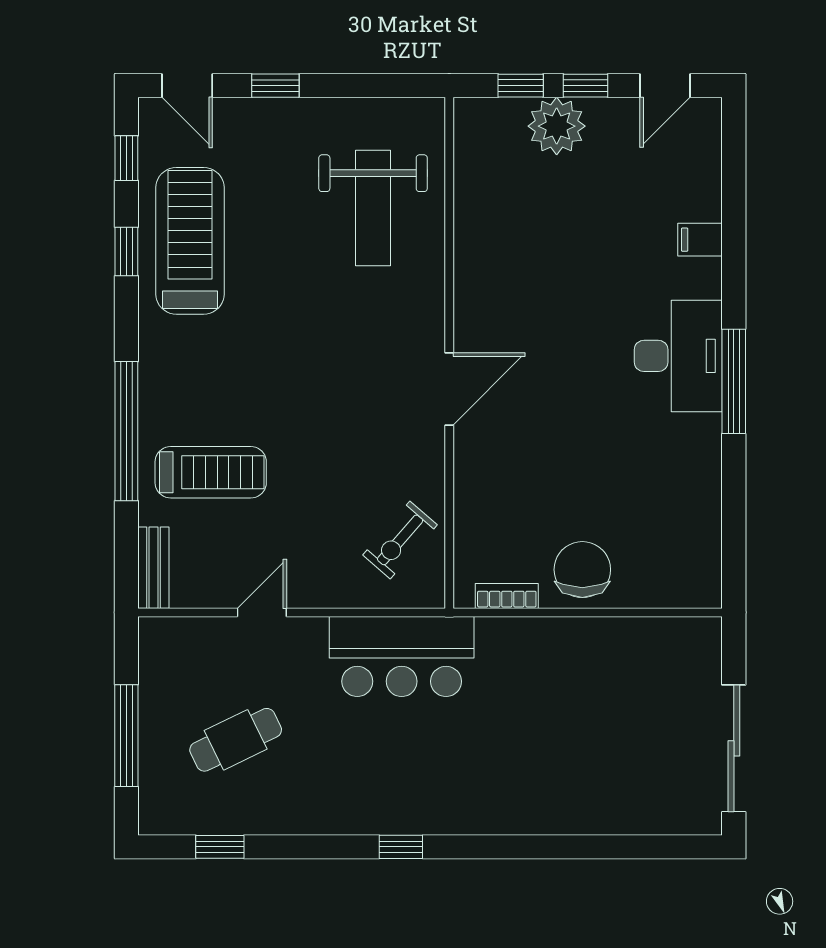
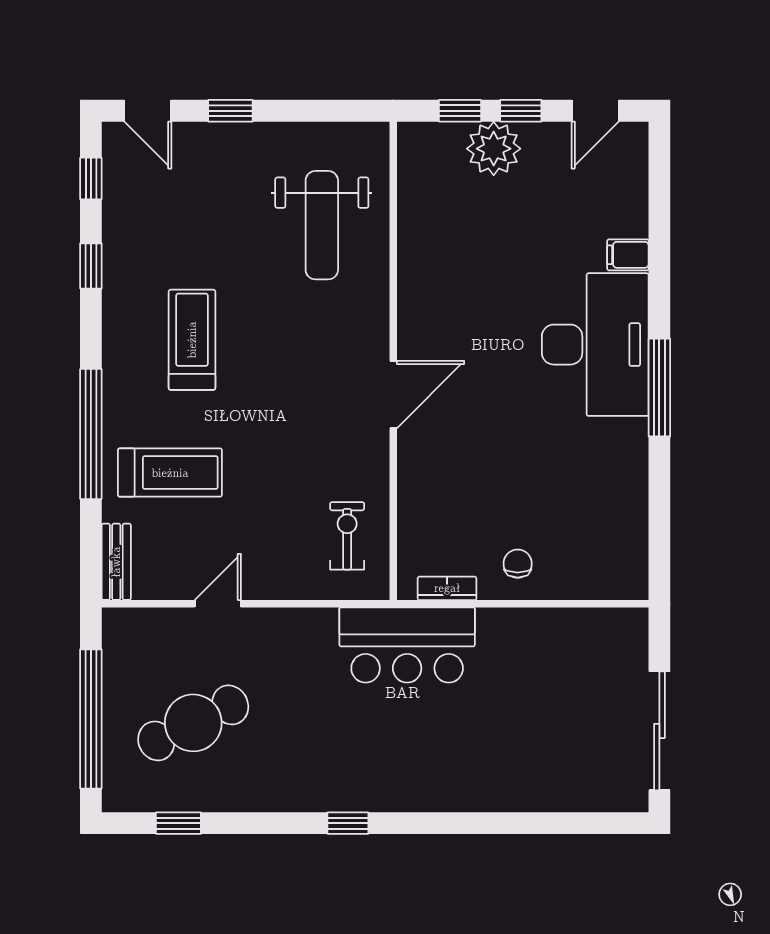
treadmill: (190, 241) -> (192, 340), moved, width x0.73, depth x0.73
desk: (678, 356) -> (595, 345), width x1.36, depth x1.30
exercise bike: (400, 540) -> (347, 536), turned 139
chair: (582, 570) -> (518, 564), width x0.54, depth x0.54
bar counter: (402, 656) -> (407, 645), moved
window: (126, 736) -> (91, 719), width x1.46
cafe table: (236, 740) -> (193, 723), width x1.37, depth x1.35

